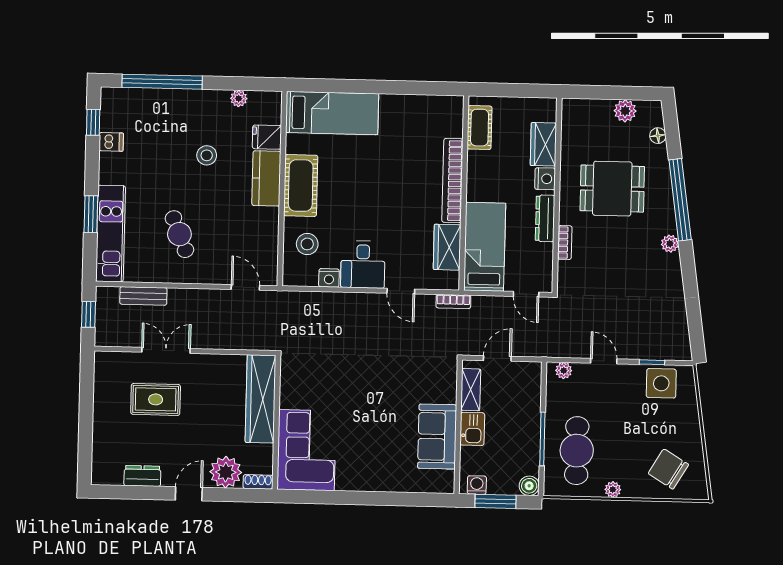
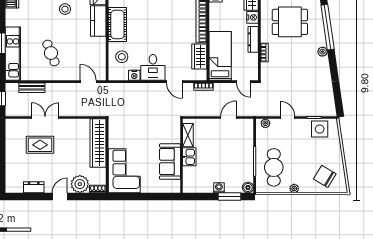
shelving: (471, 390) -> (188, 135), moved
wall: (458, 427) -> (181, 156), moved
kitchen sink: (472, 429) -> (189, 157), moved
sofa: (437, 437) -> (170, 162), moved

